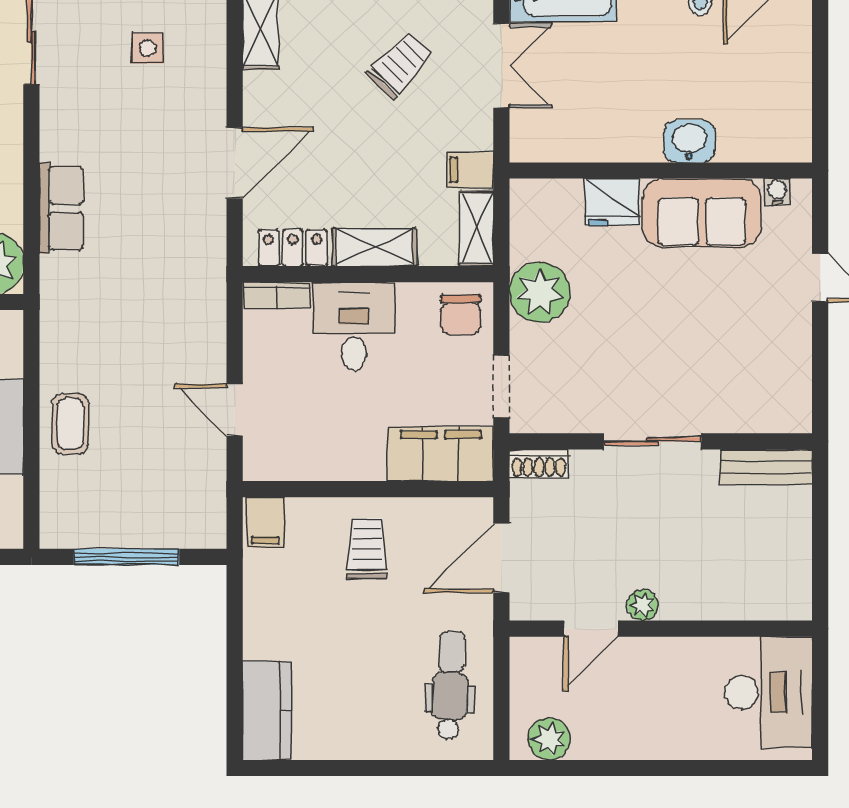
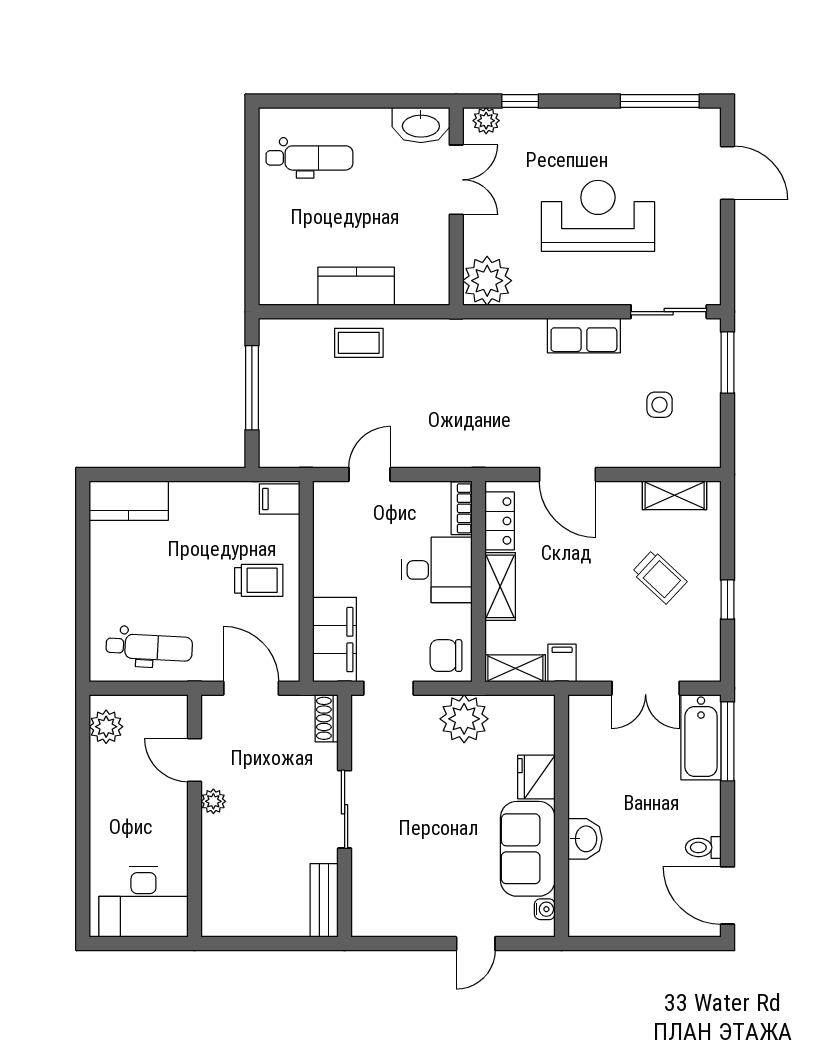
trolley: (400, 65) -> (659, 577), moved
row of seats: (61, 208) -> (584, 335), moved

